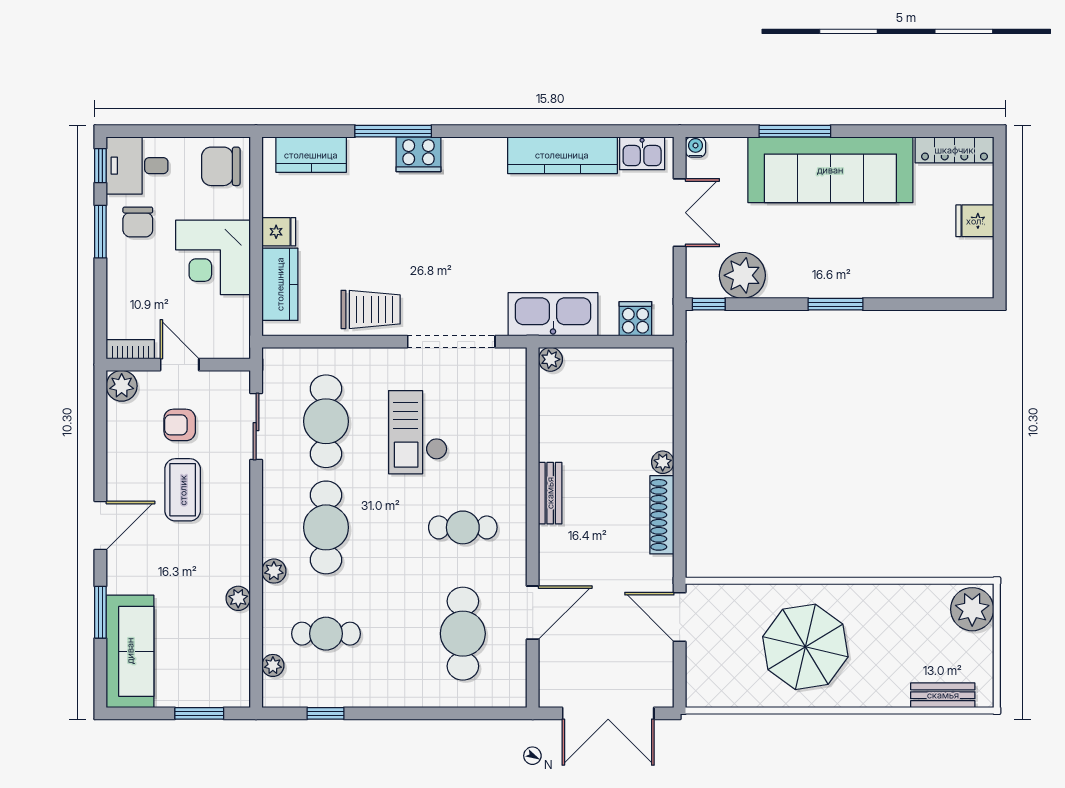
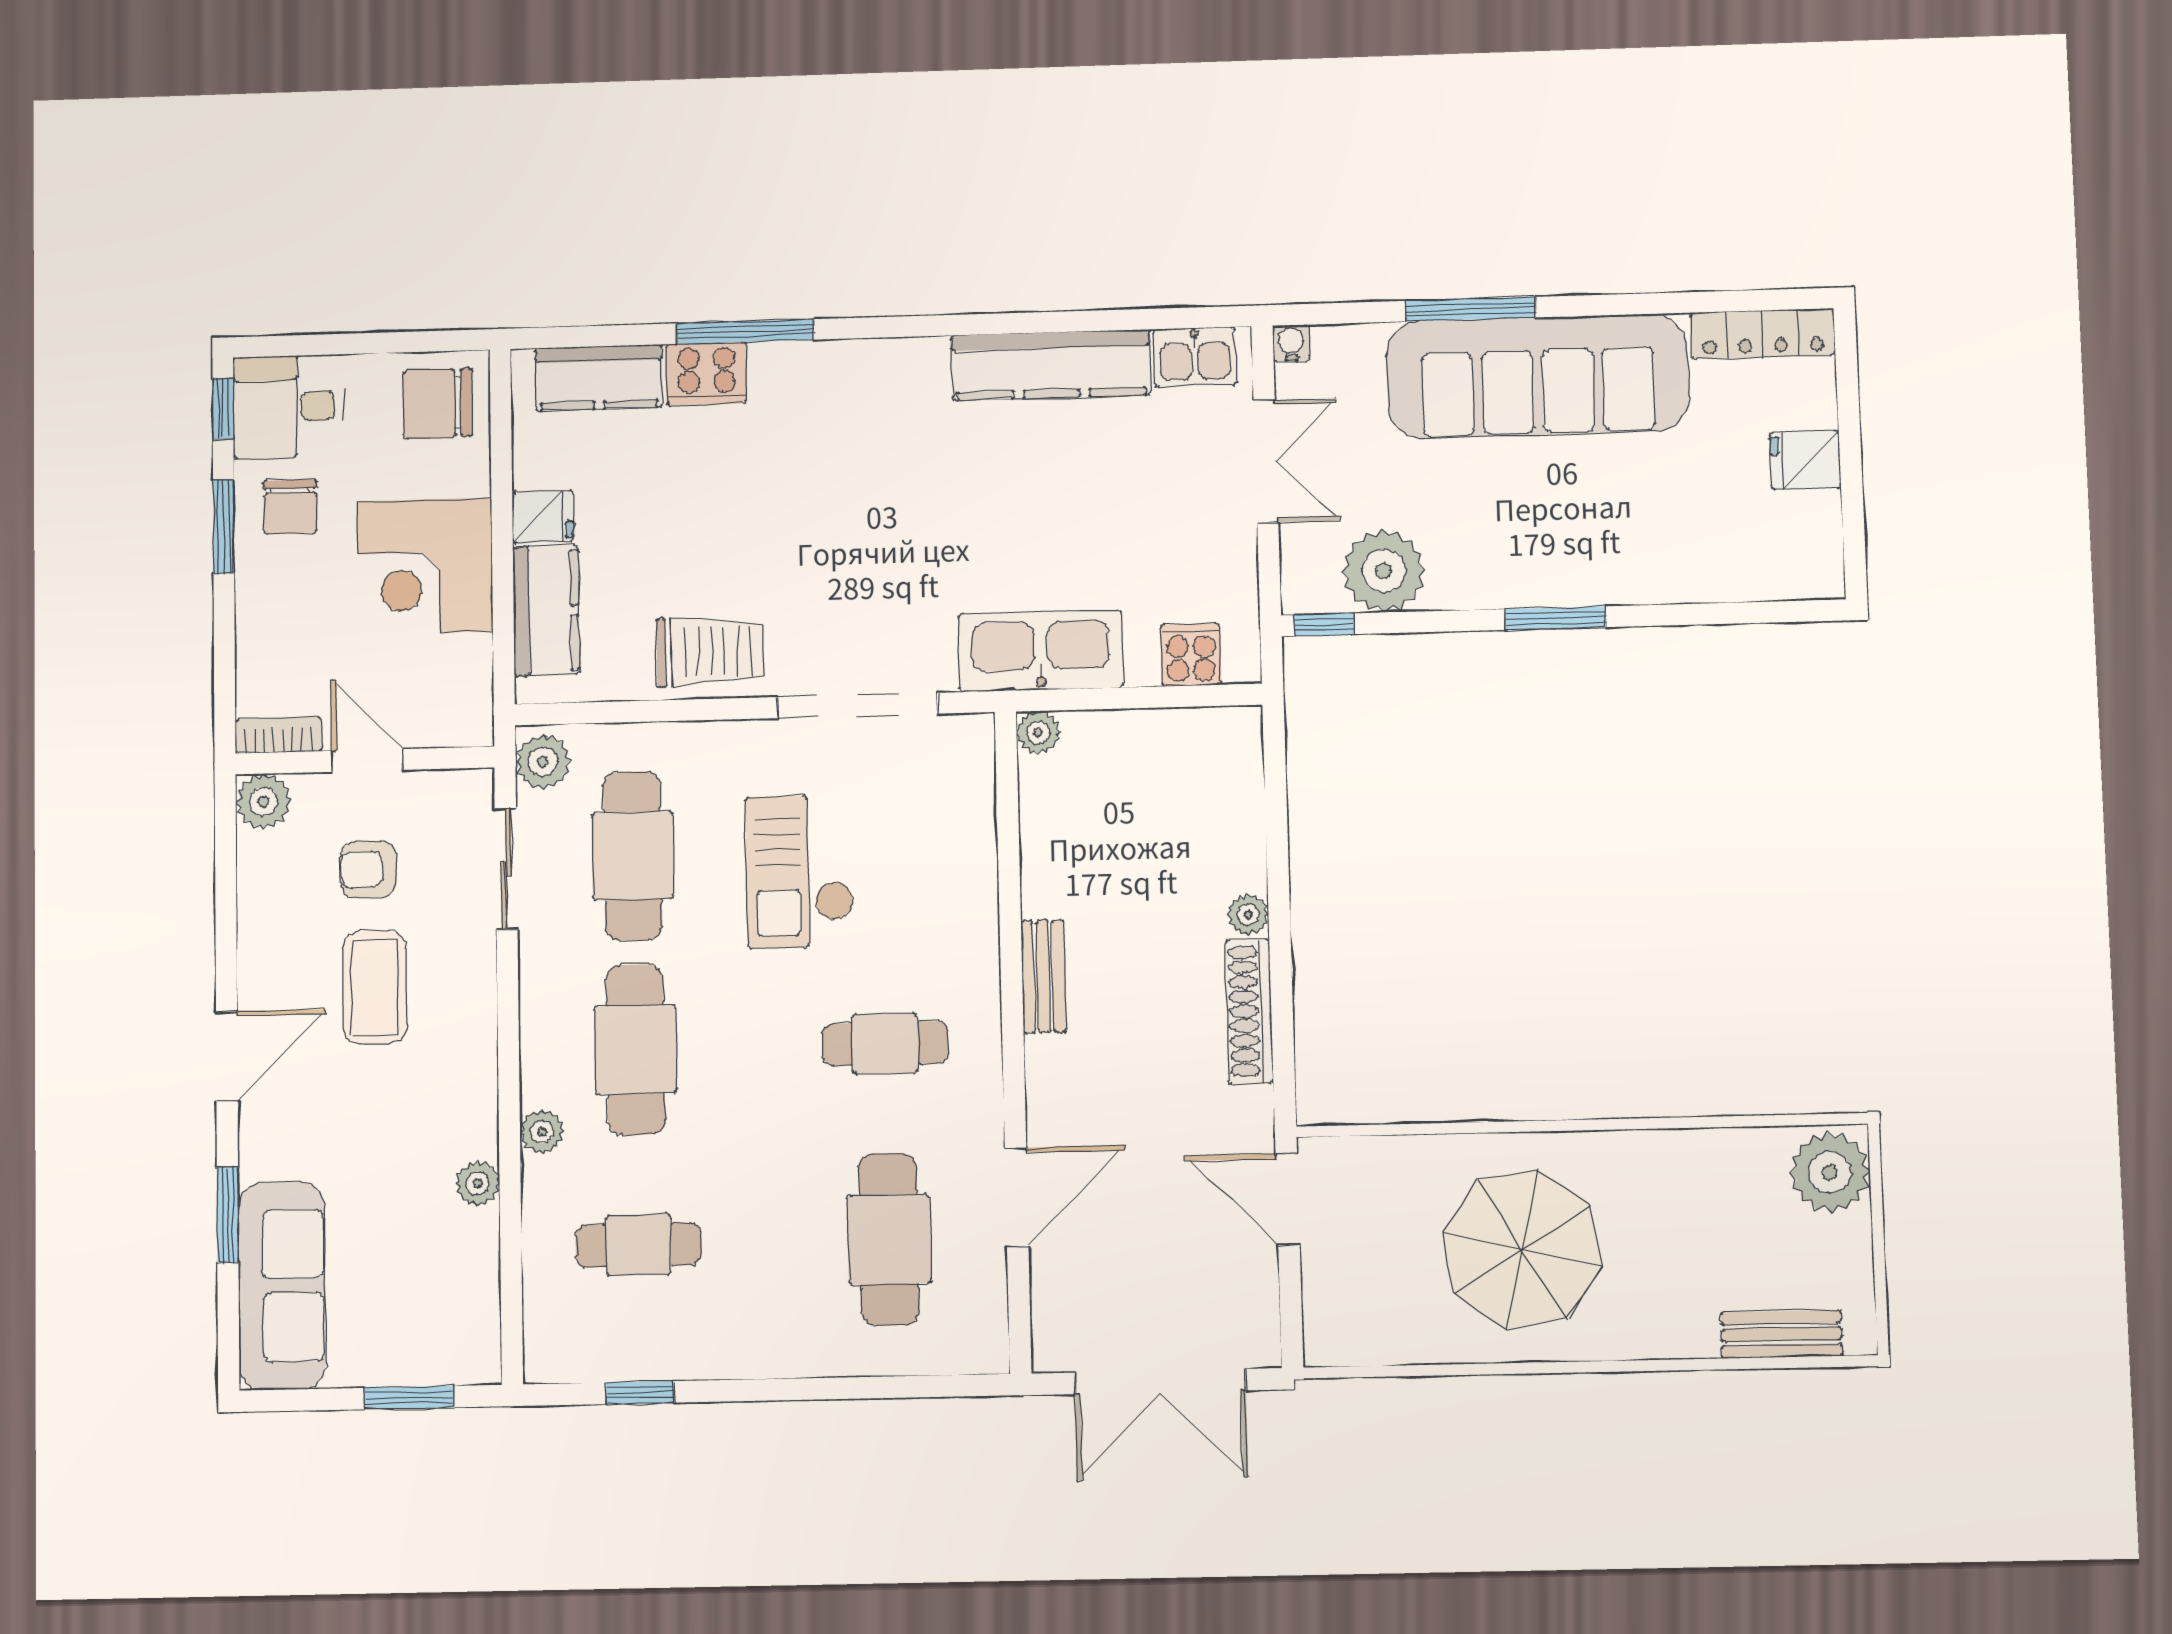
cooker: (419, 154) -> (706, 374), moved
plant: (273, 665) -> (543, 762), moved, width x1.38, depth x1.38

